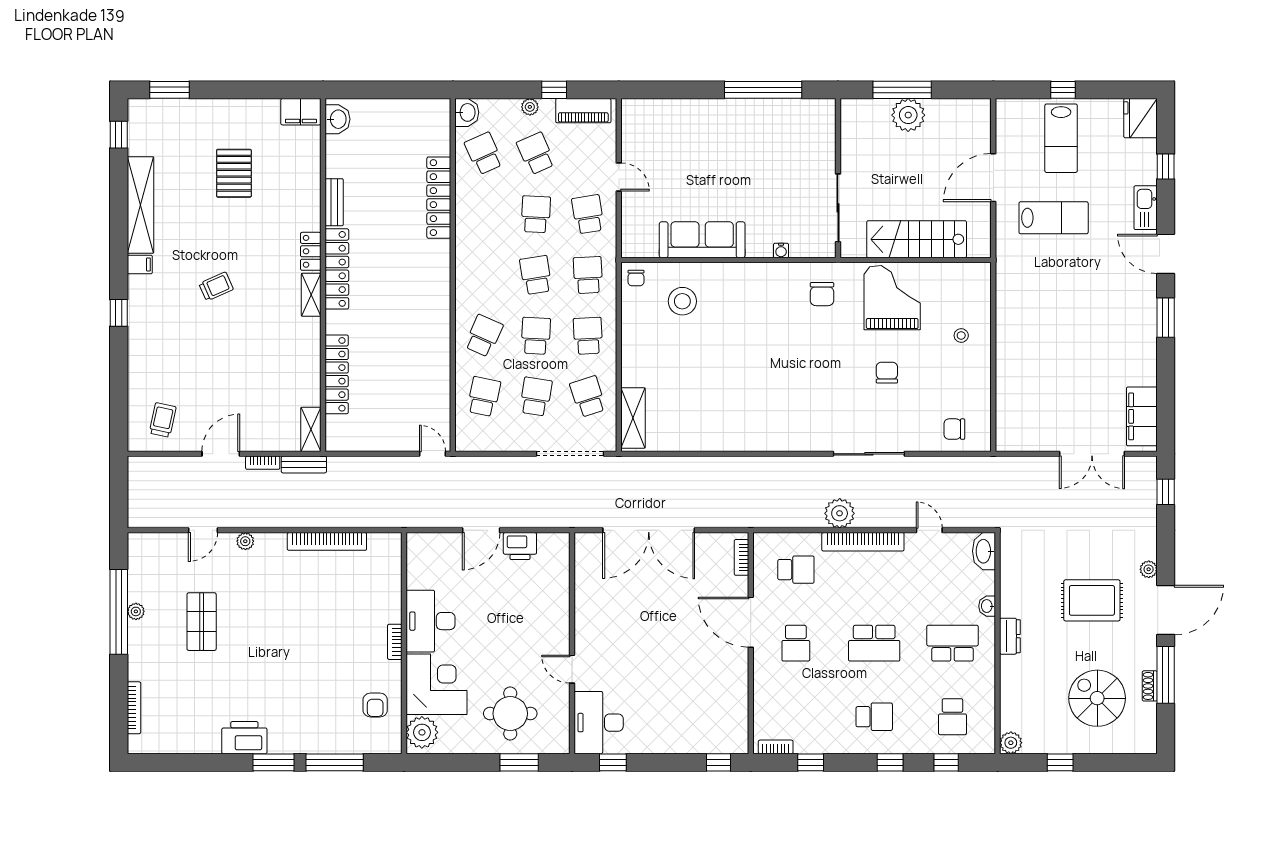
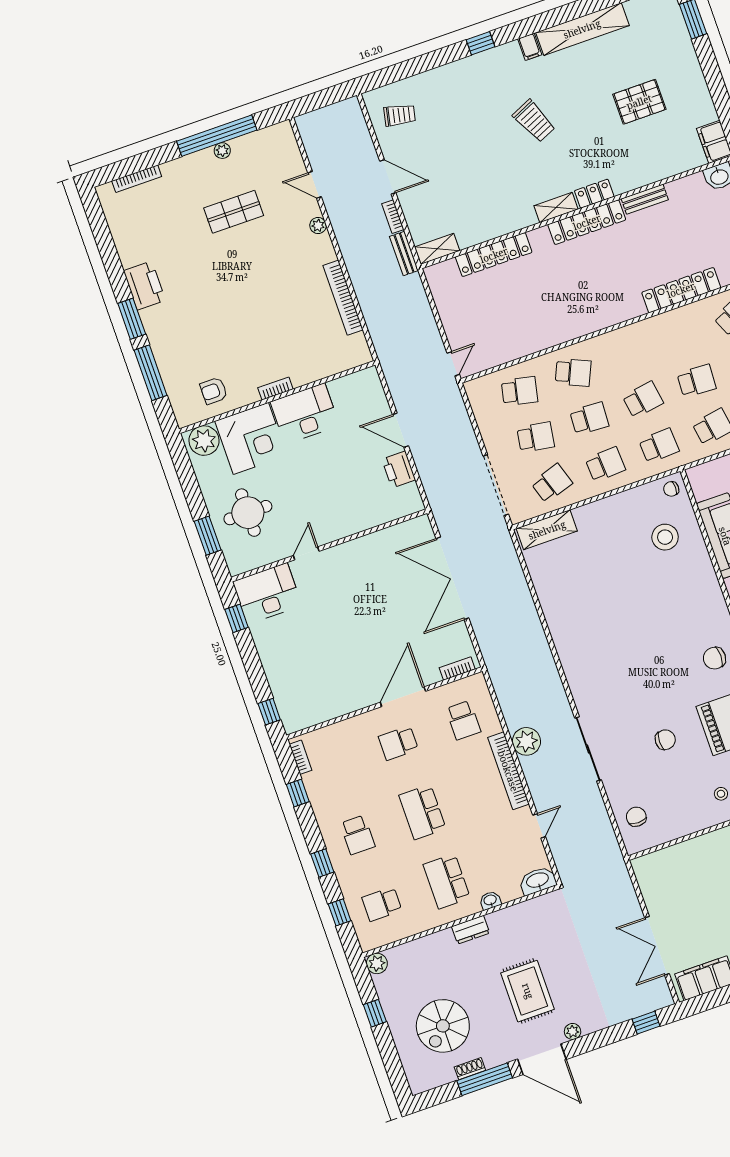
trolley: (216, 286) -> (534, 121), width x1.36, depth x1.39
school desk: (952, 643) -> (447, 881), turned 180
spiral stairs: (1097, 698) -> (443, 1026), turned 180

